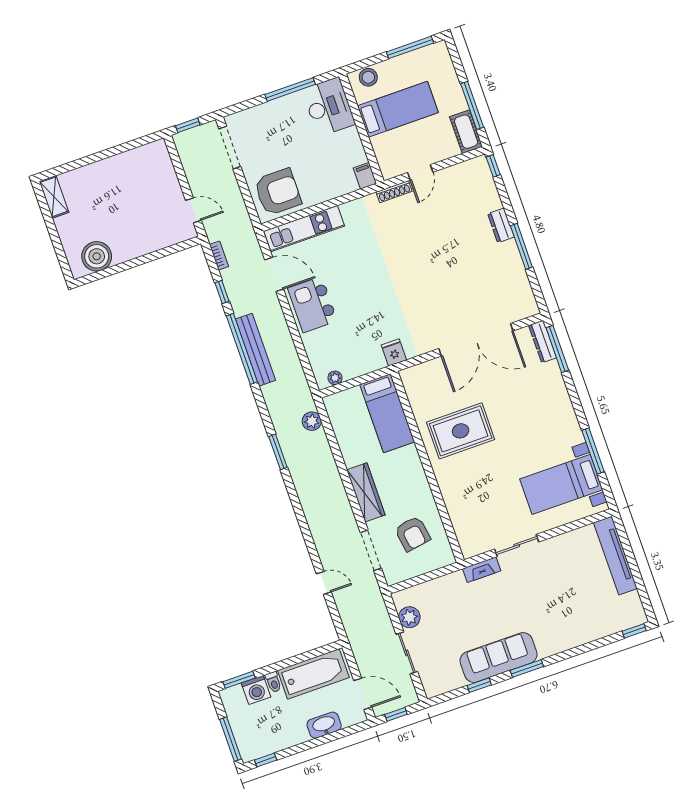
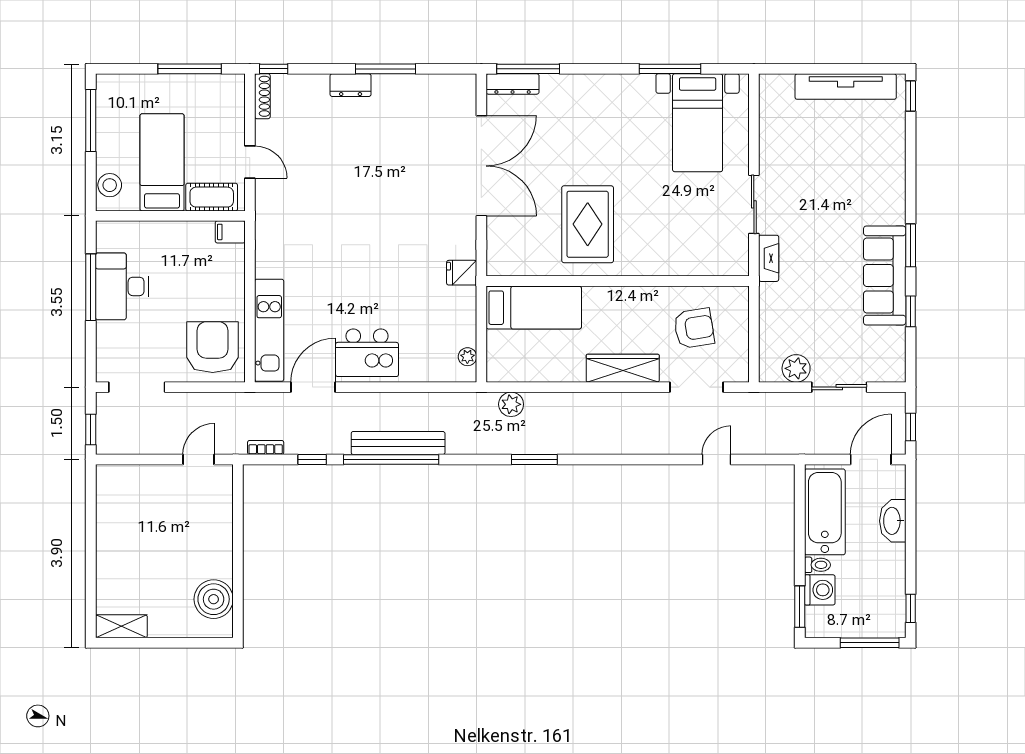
desk: (329, 107) -> (122, 286), moved, turned -90
cot: (466, 132) -> (212, 197), moved
shoe rack: (394, 192) -> (262, 96), moved
tv unit: (615, 556) -> (846, 87), moved

